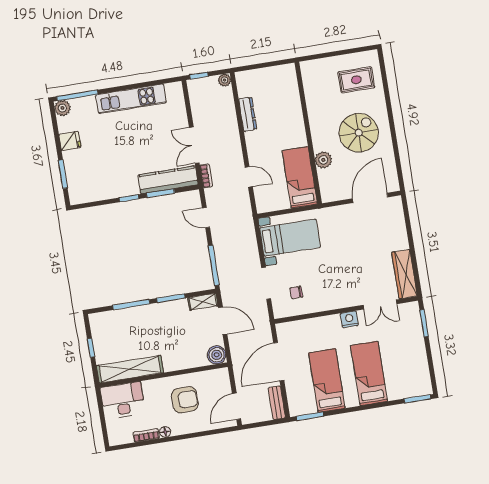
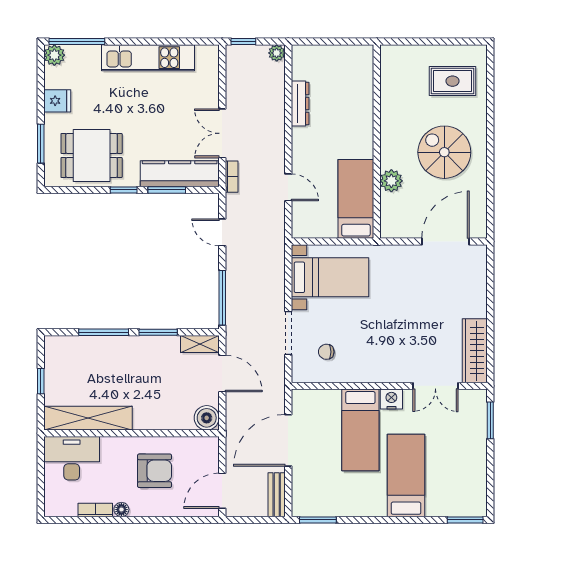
spiral stairs: (359, 133) -> (444, 152), turned -90
dining table: (101, 177) -> (92, 155), added
bed: (327, 381) -> (360, 430), moved, turned 180

